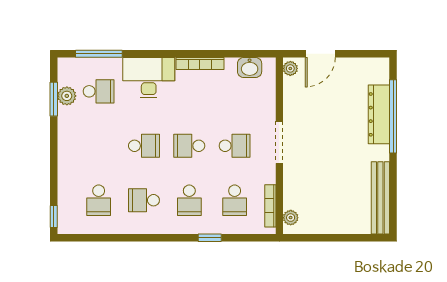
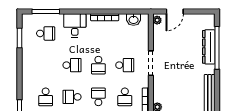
desk: (149, 78) -> (75, 25), width x0.73
plant: (67, 96) -> (27, 36), removed
school desk: (189, 146) -> (98, 65), turned -90
school desk: (189, 200) -> (98, 97), turned 180

